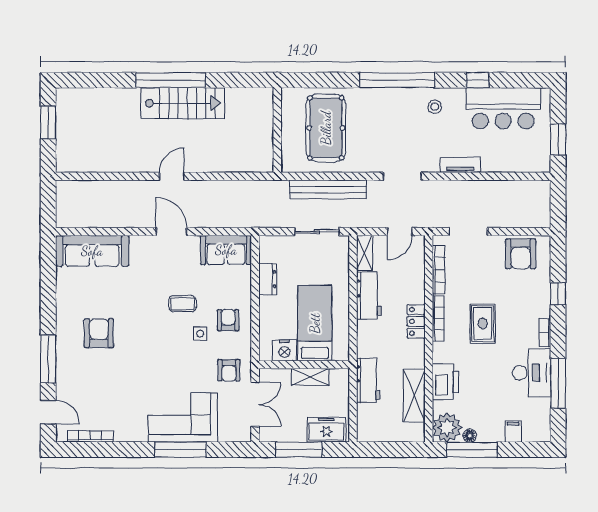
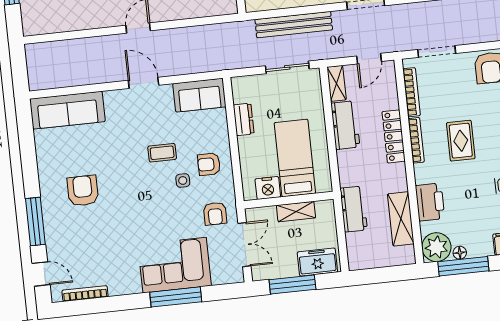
armchair: (228, 320) -> (209, 164), turned -90
locker: (416, 321) -> (394, 136), width x1.53

